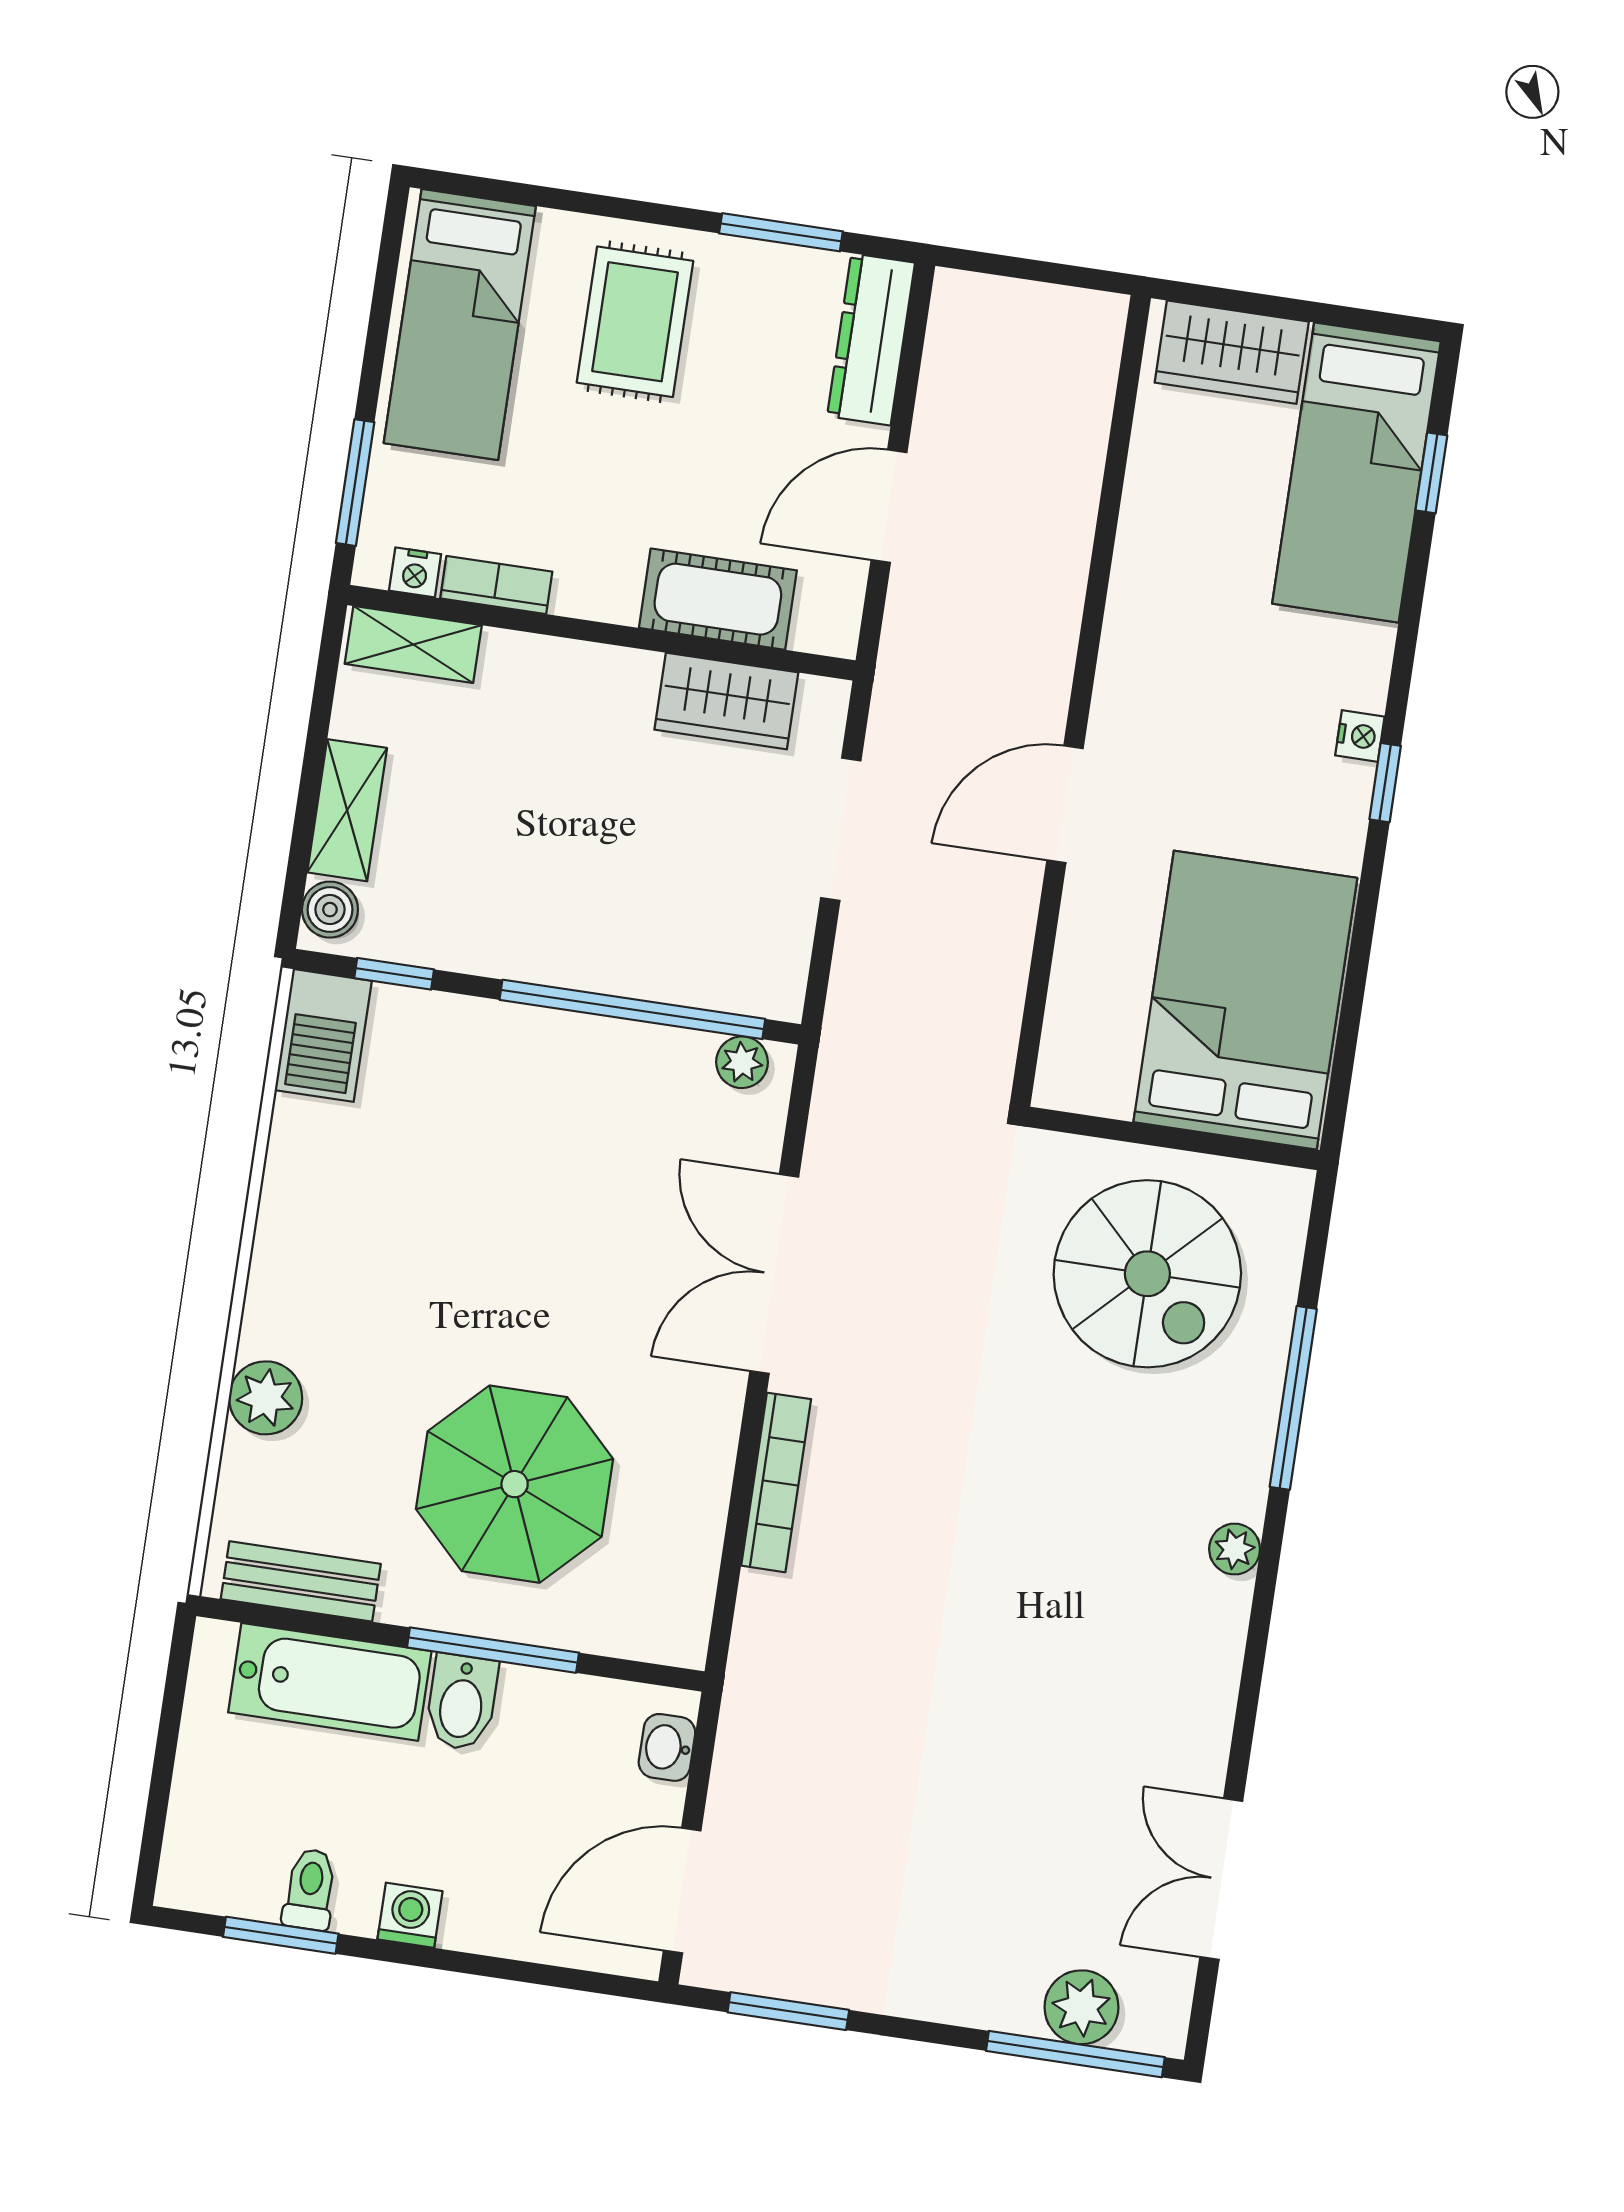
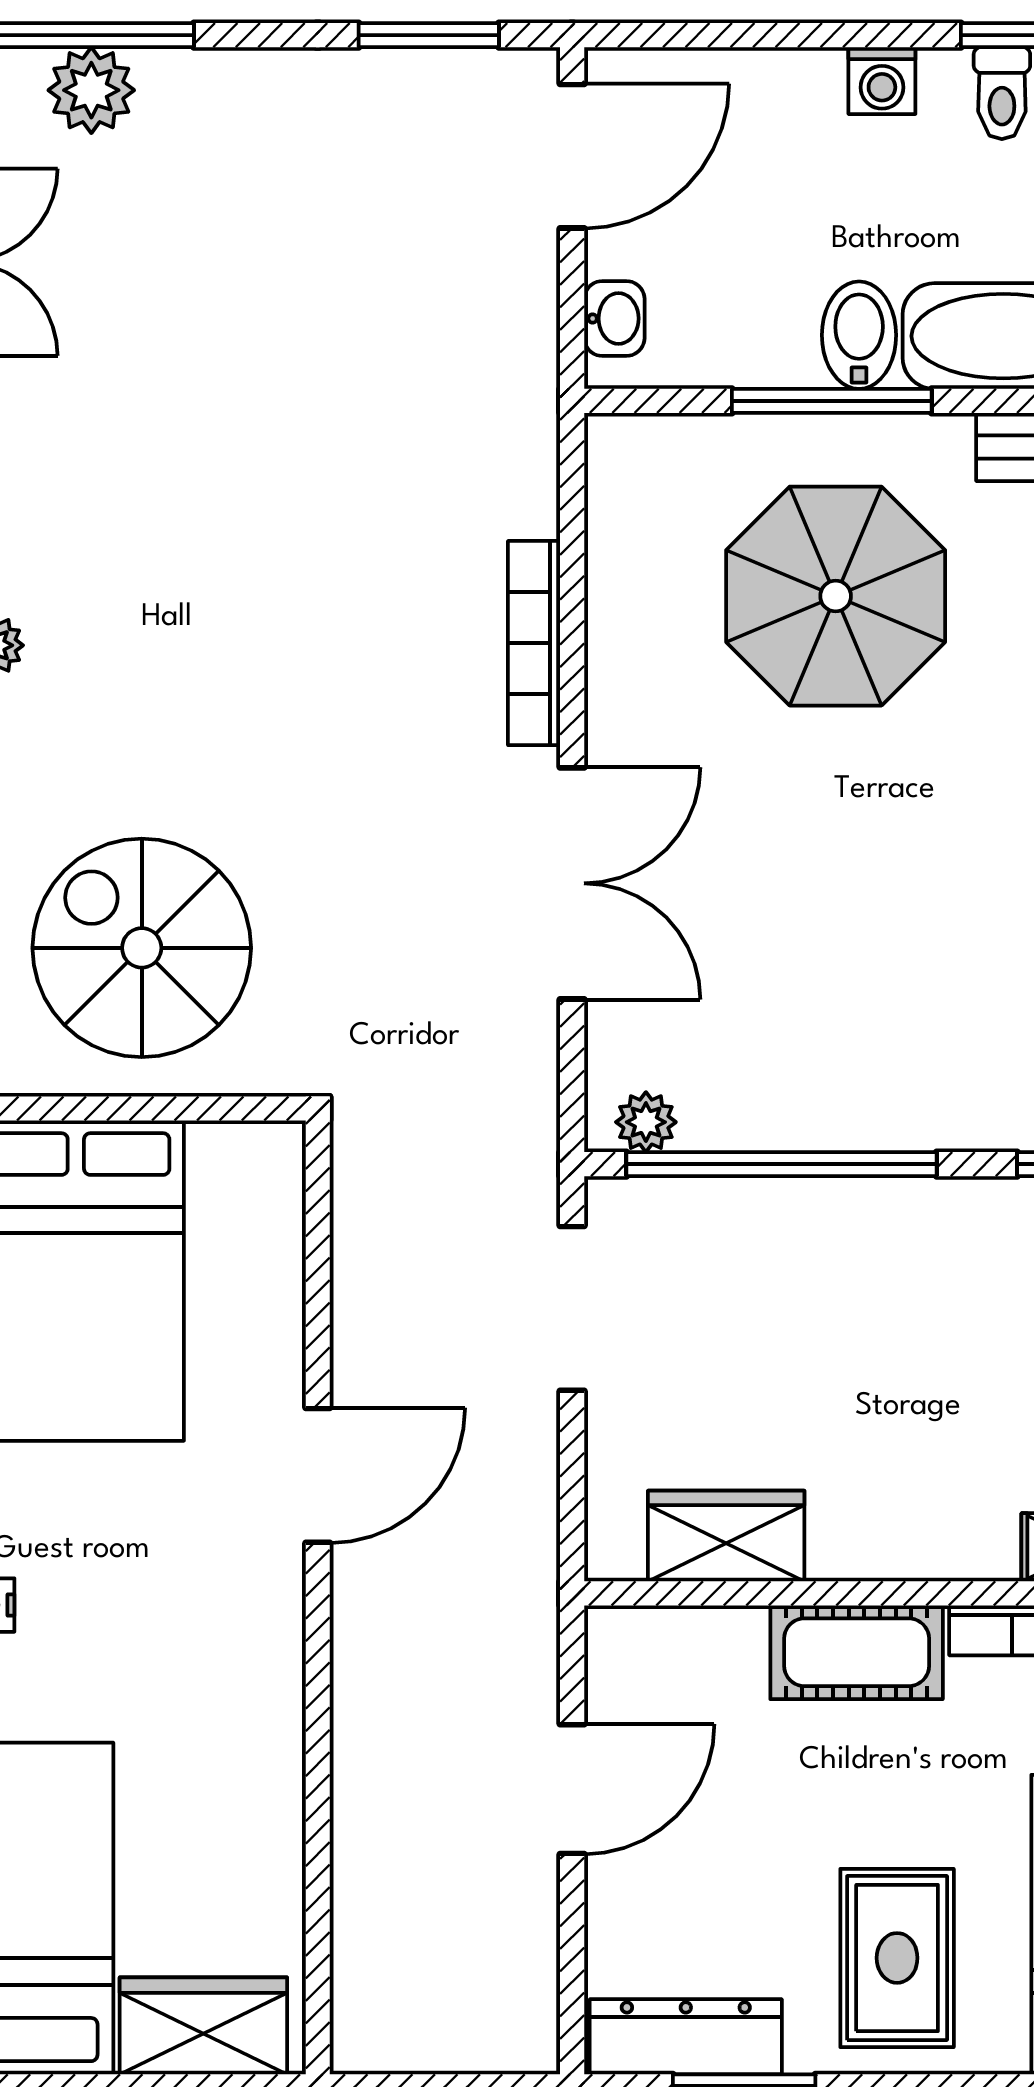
dresser: (871, 339) -> (686, 2037), moved, turned -90
cot: (718, 599) -> (857, 1652), moved
doorway: (841, 829) -> (572, 1308), moved

